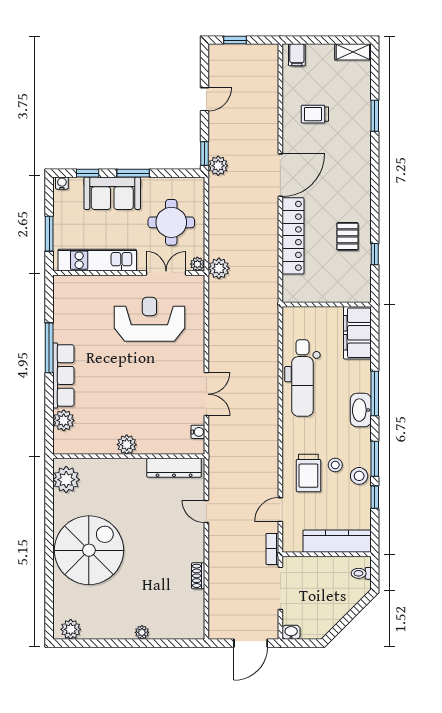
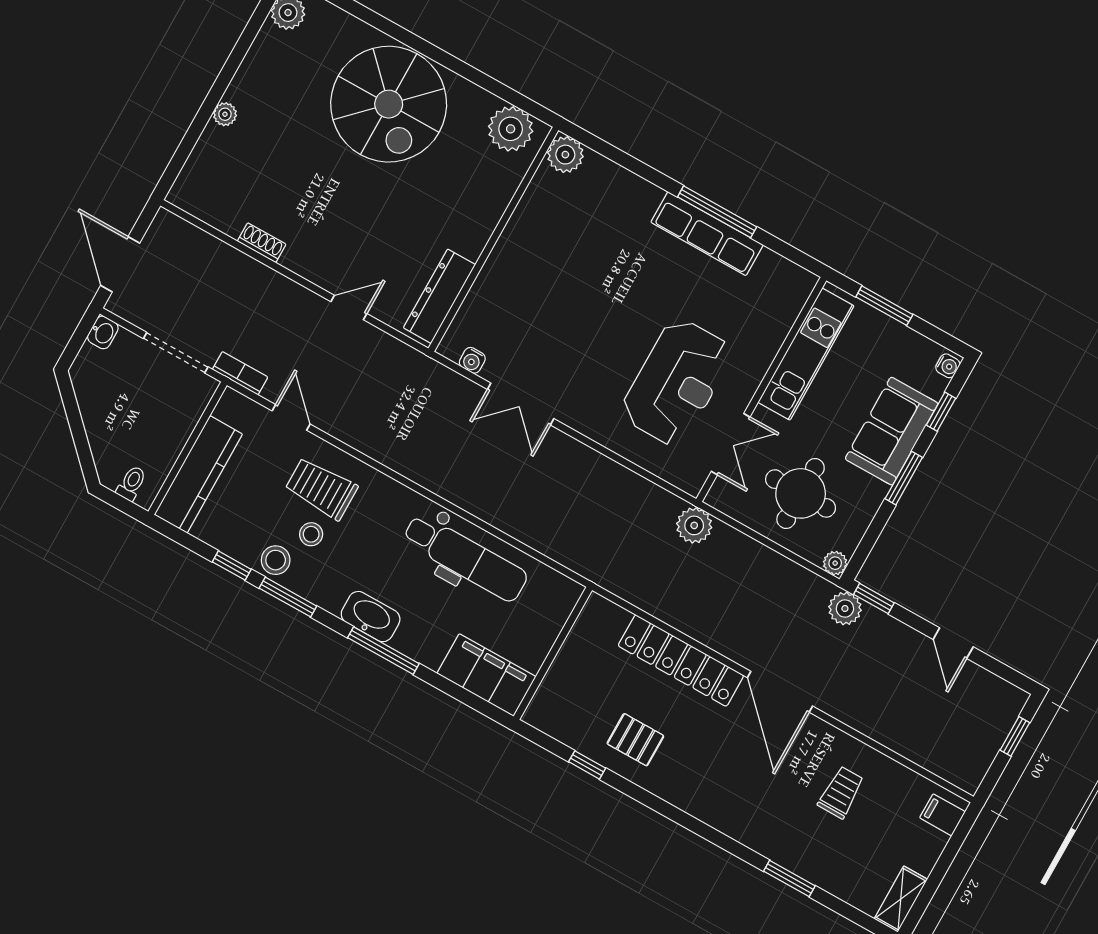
plant: (197, 264) -> (835, 563), moved
row of seats: (63, 375) -> (707, 234), moved
dental chair: (302, 378) -> (465, 558), turned 180
plant: (64, 420) -> (565, 155), moved
plant: (127, 445) -> (512, 246), removed

